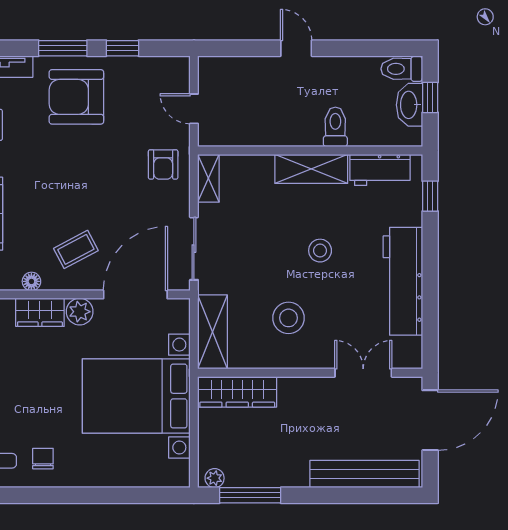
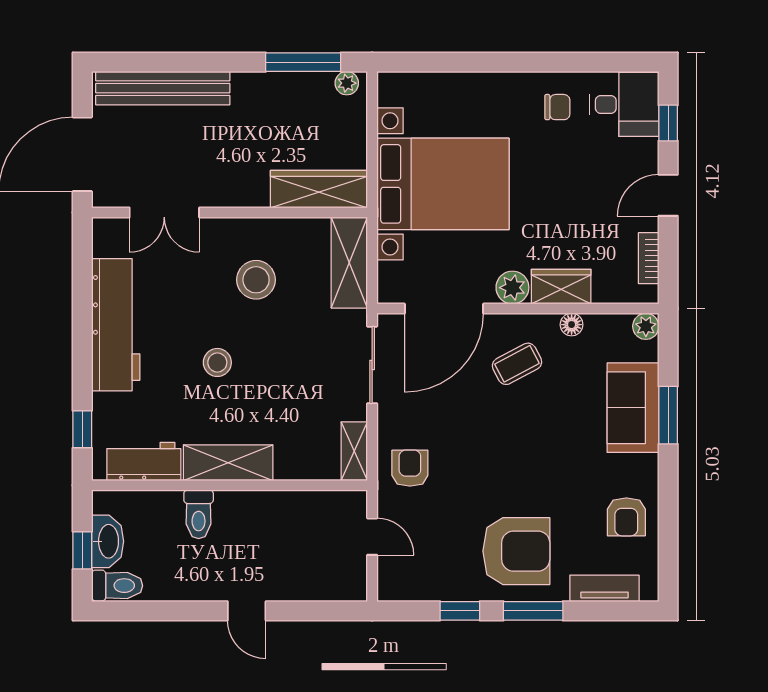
chair: (43, 459) -> (557, 107), turned -90

